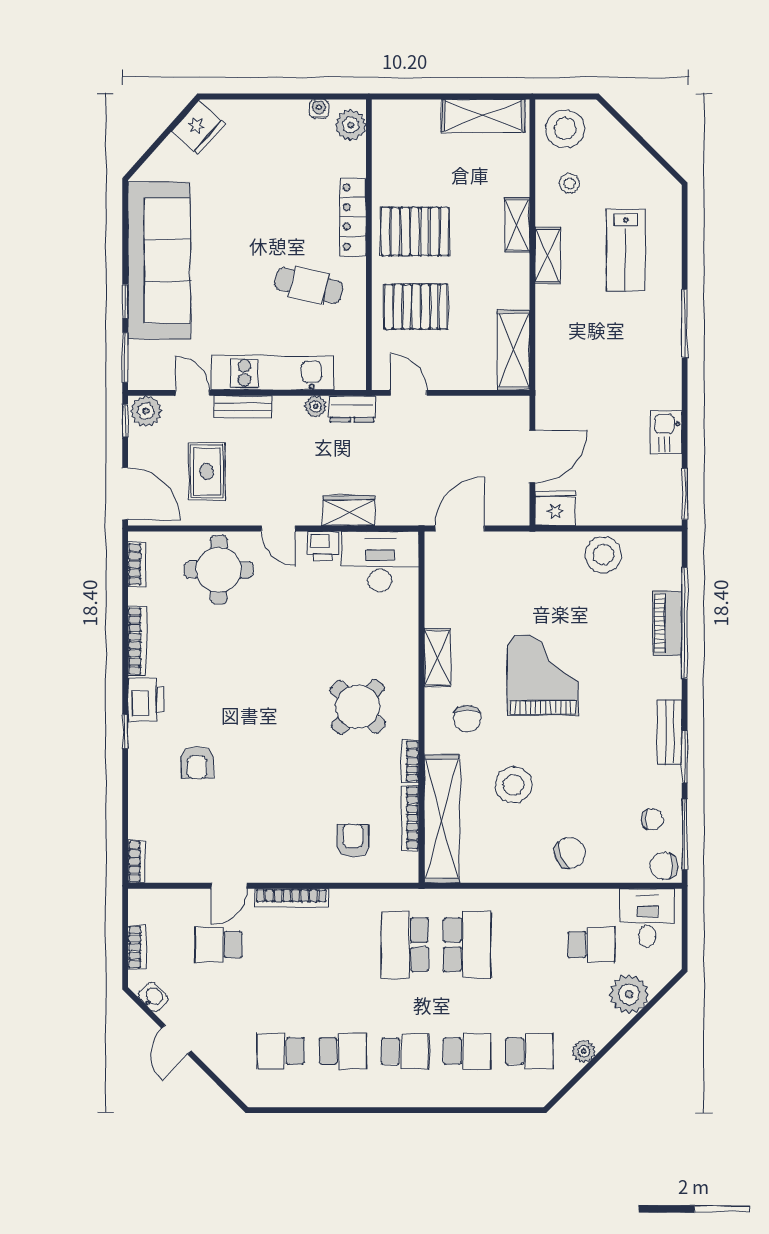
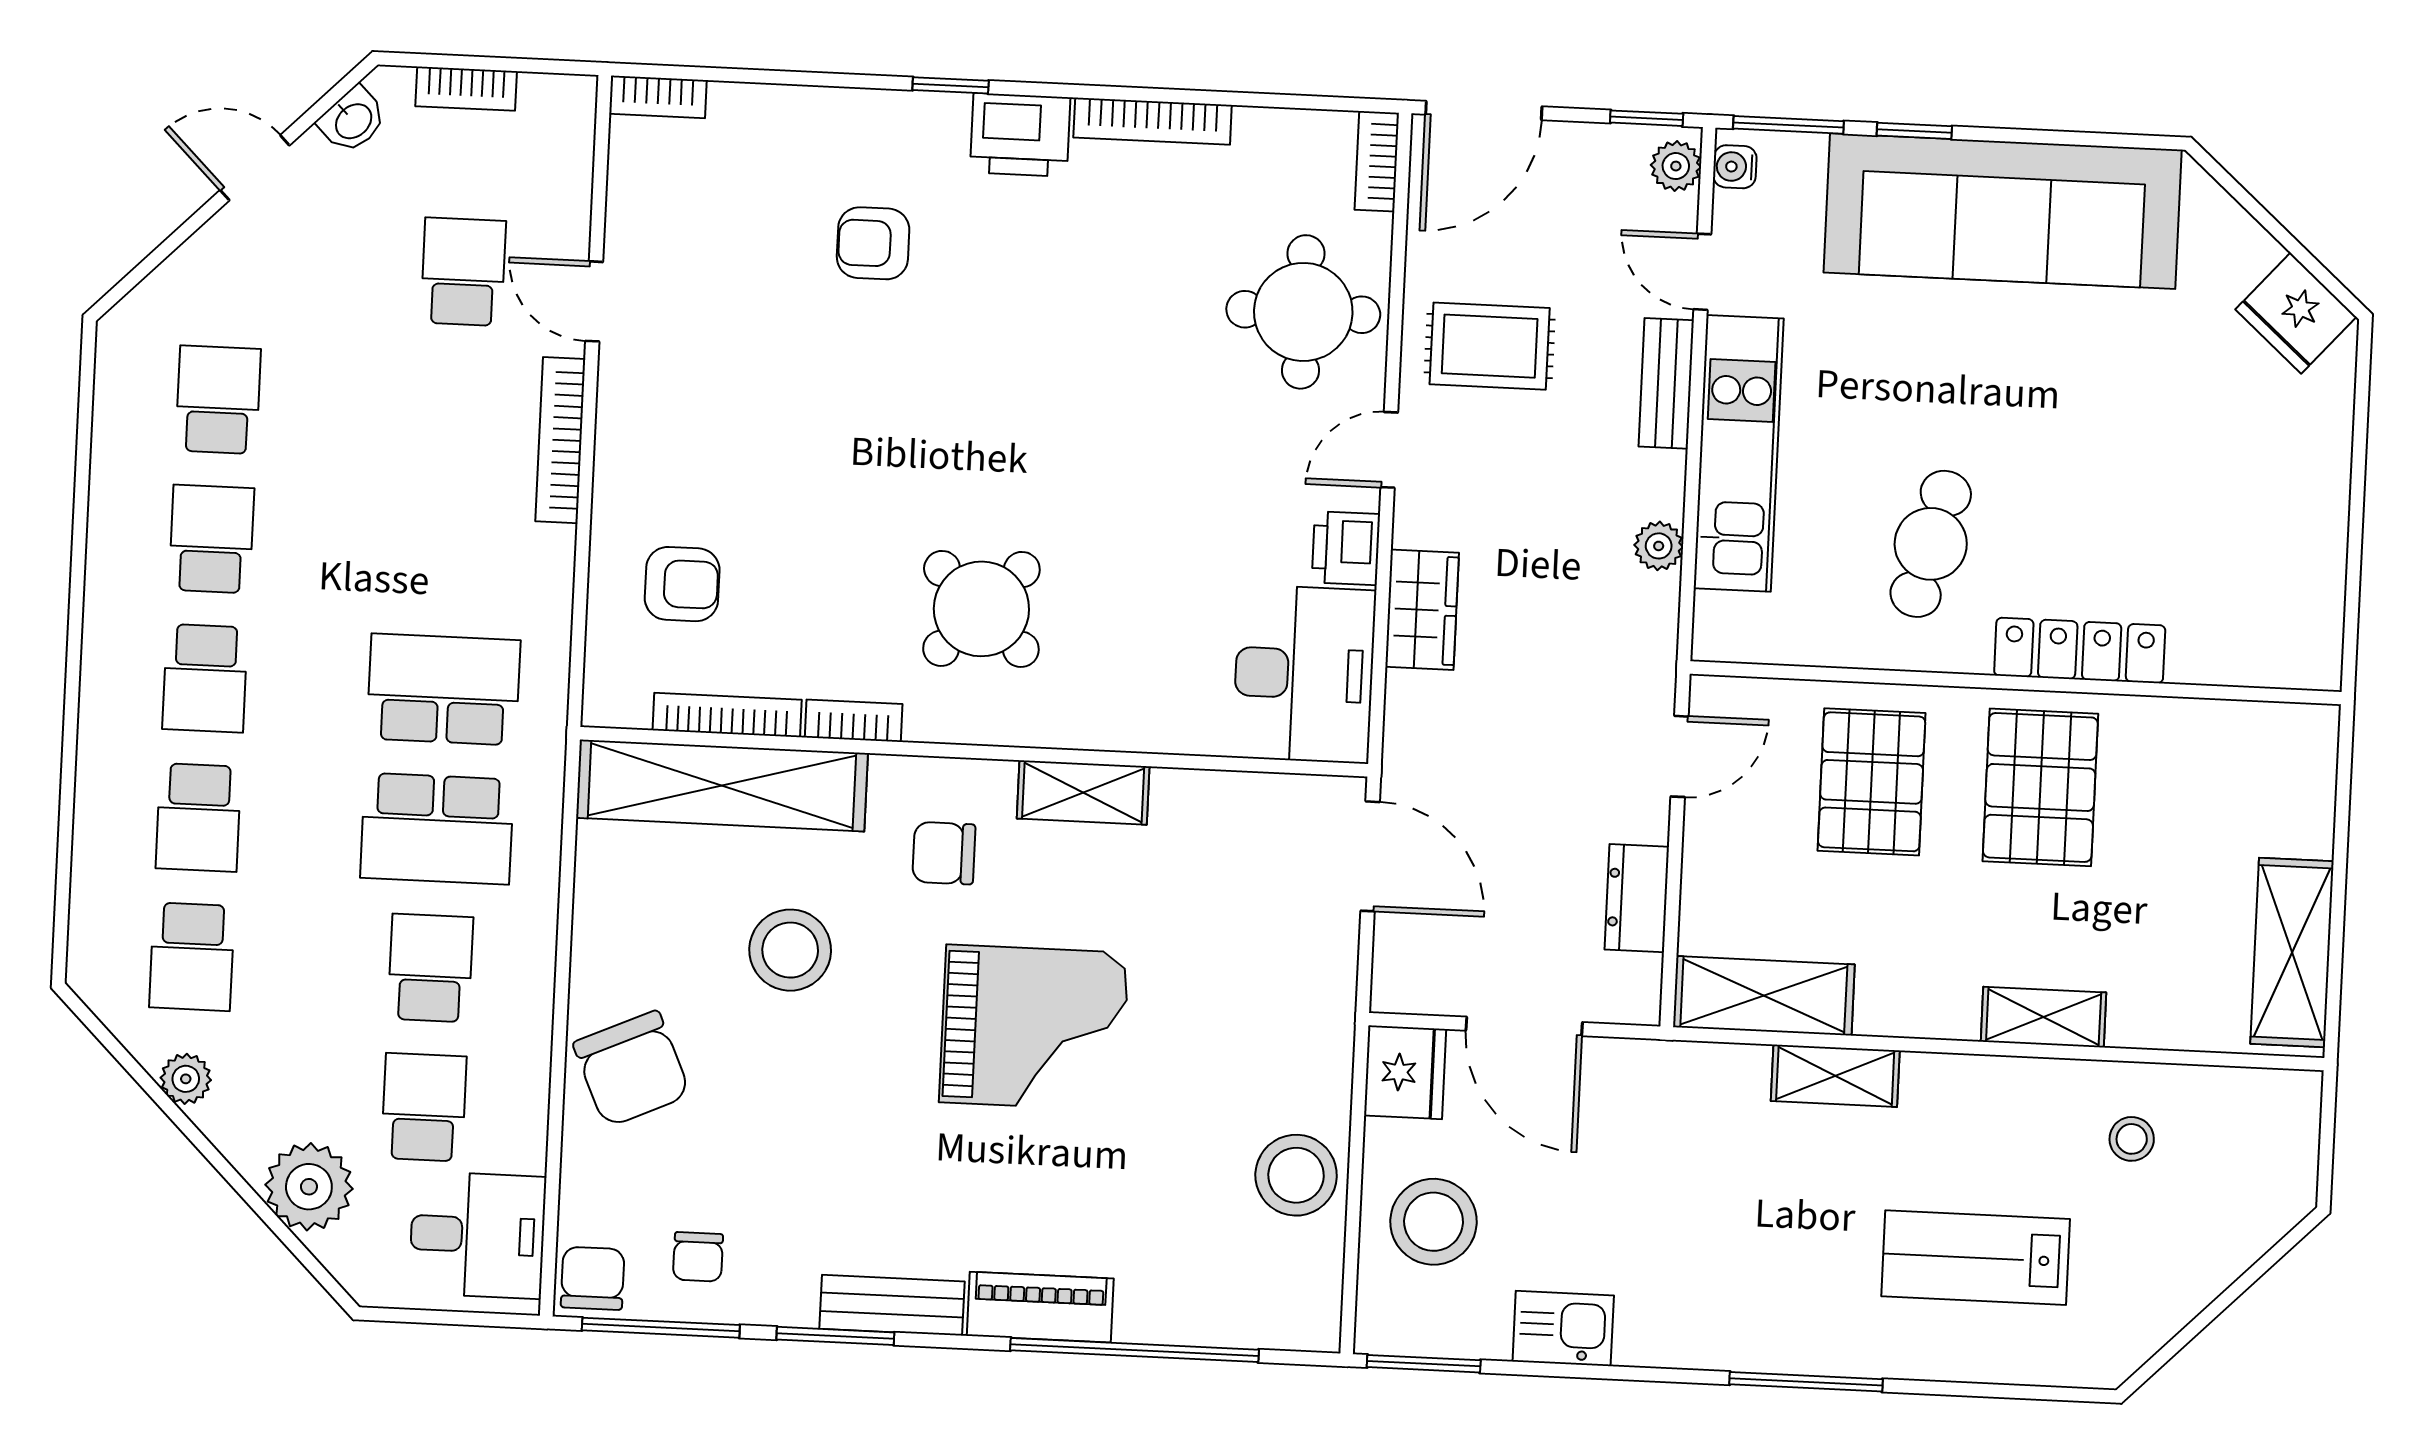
water cooler: (319, 109) -> (1735, 167), moved, turned 180
plant: (351, 125) -> (2286, 655), removed
stool: (565, 129) -> (1434, 1222), moved
shelving: (548, 255) -> (1835, 1076), moved
door: (192, 393) -> (1702, 272), swing flipped
dresser: (352, 409) -> (1637, 898), moved
plant: (146, 411) -> (1676, 166), width x0.73, depth x0.73
rug: (207, 471) -> (1490, 346), moved
bookcase: (137, 564) -> (1377, 161), moved, turned 90
piano: (667, 623) -> (1040, 1307), moved
chair: (570, 853) -> (632, 1069), width x1.37, depth x1.37
school desk: (529, 945) -> (430, 968), added
school desk: (591, 945) -> (424, 1107), turned 180
school desk: (343, 1051) -> (212, 539), turned 180

